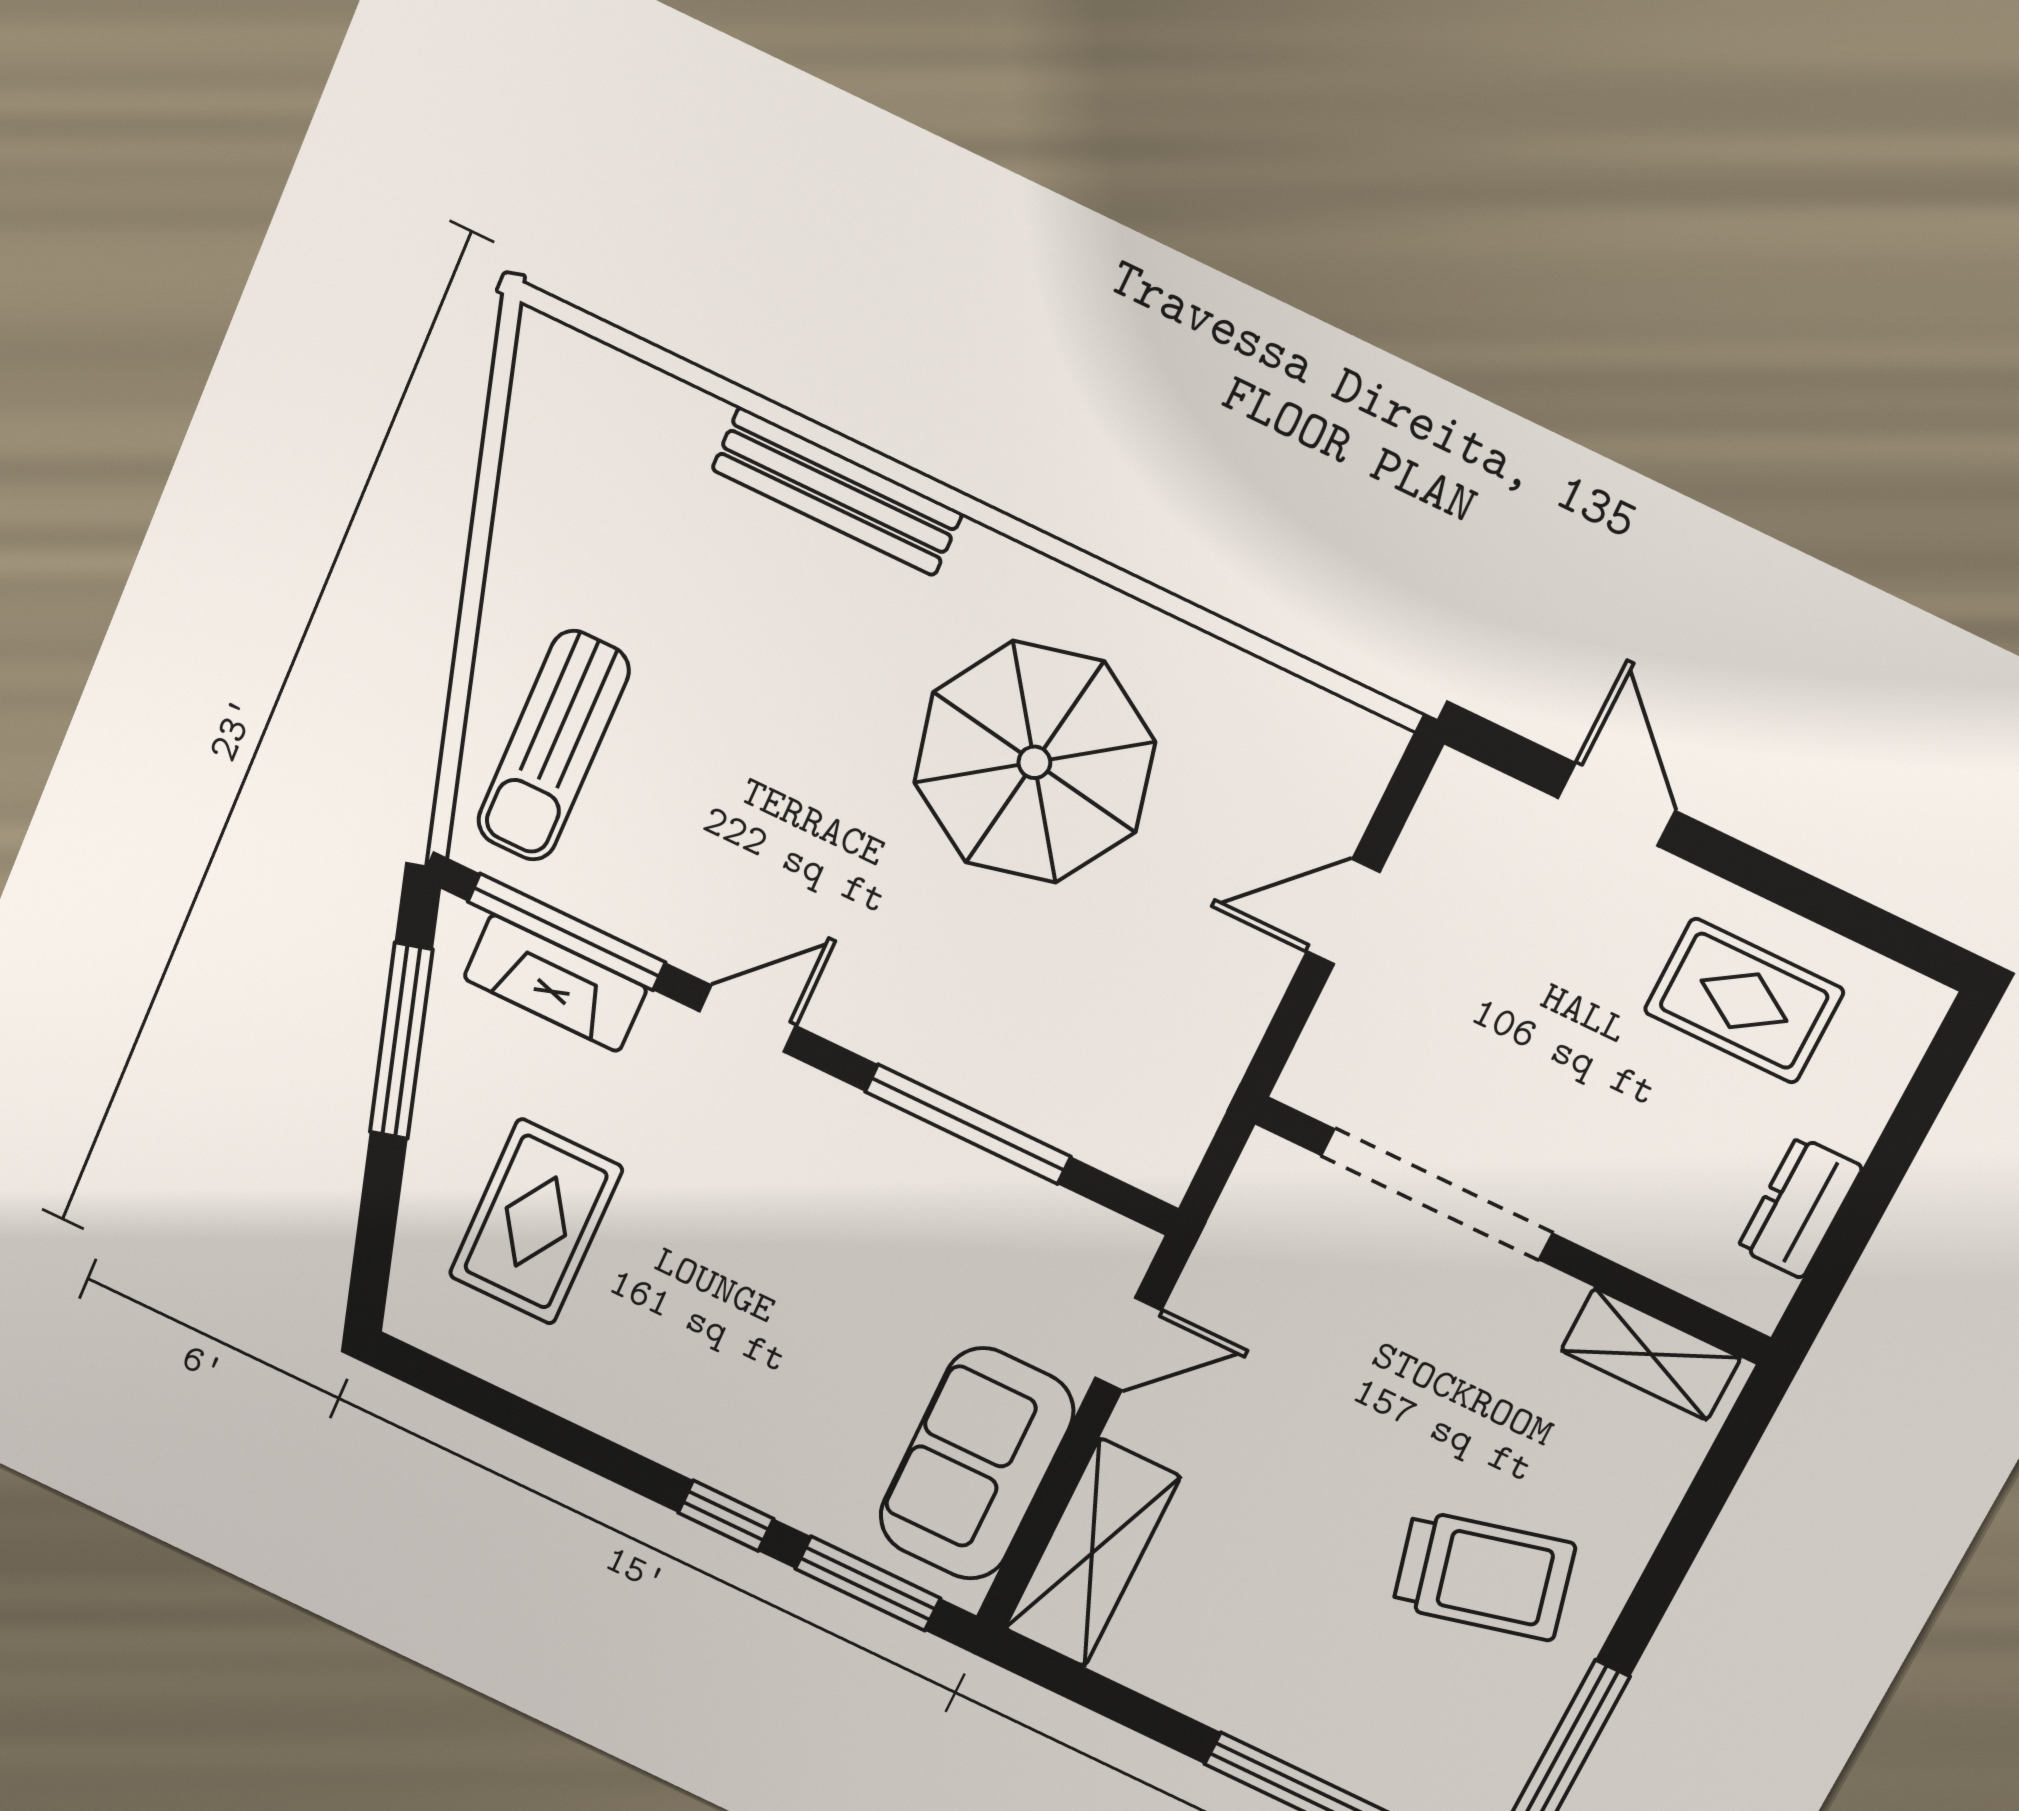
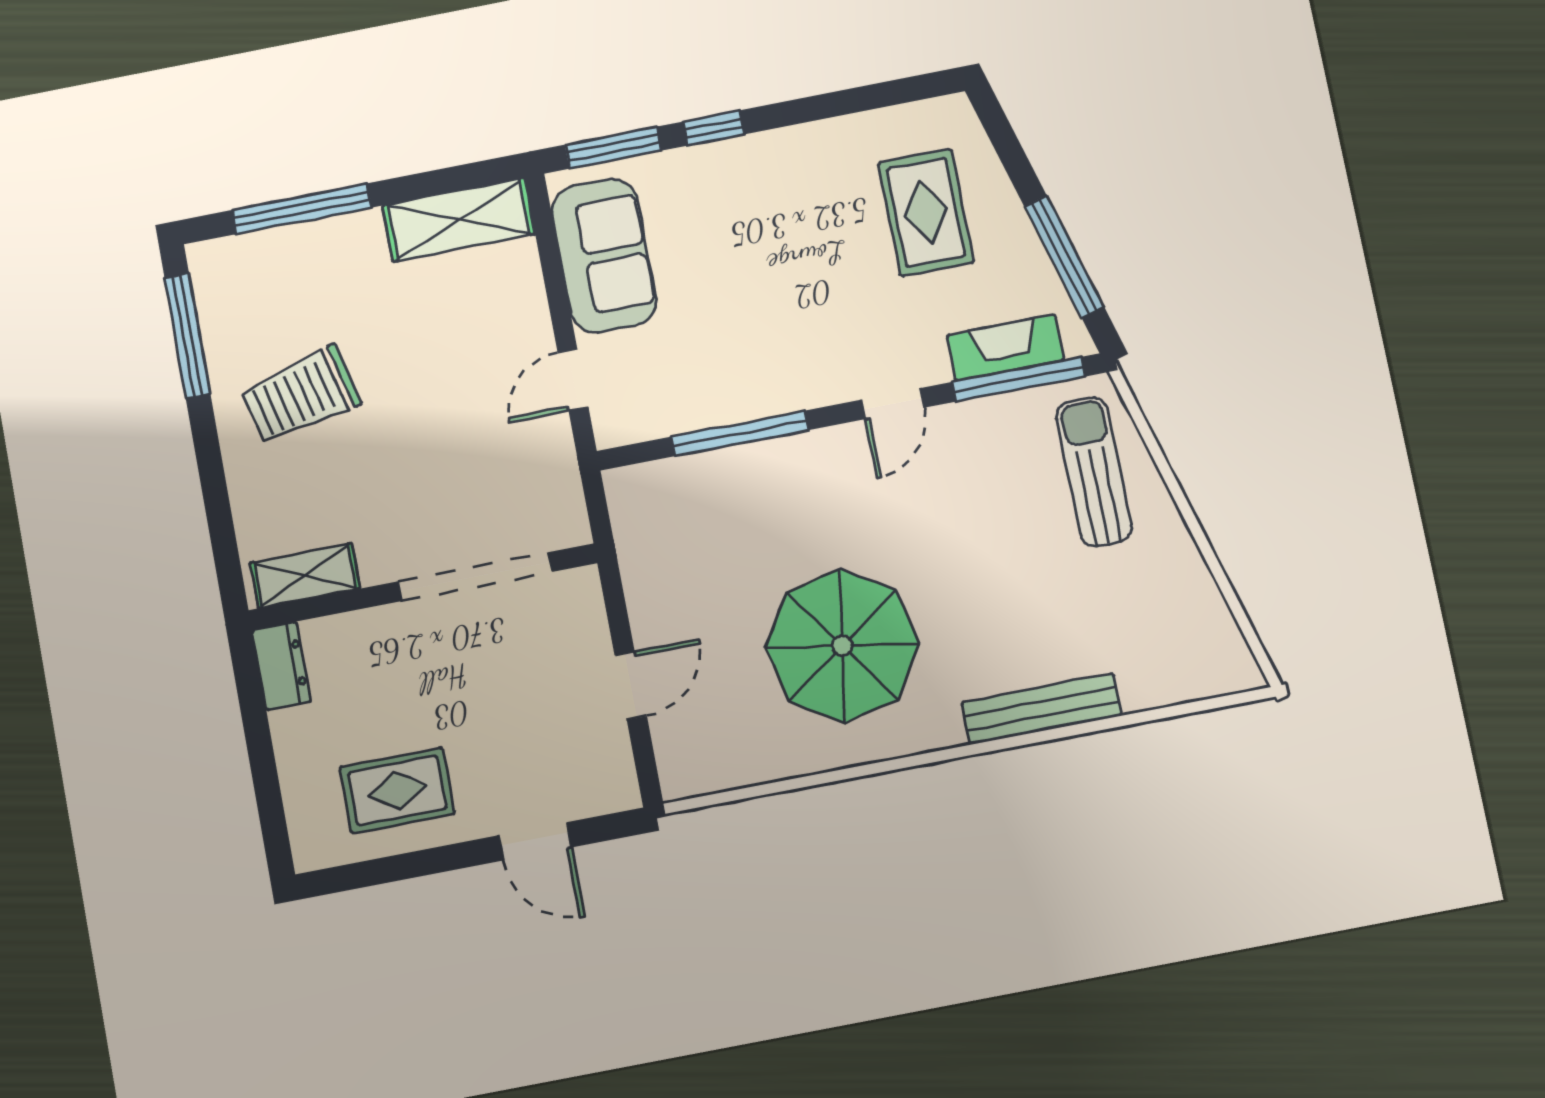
dresser: (1800, 1207) -> (281, 666), moved
shelving: (1092, 1553) -> (459, 220), moved, turned 90

